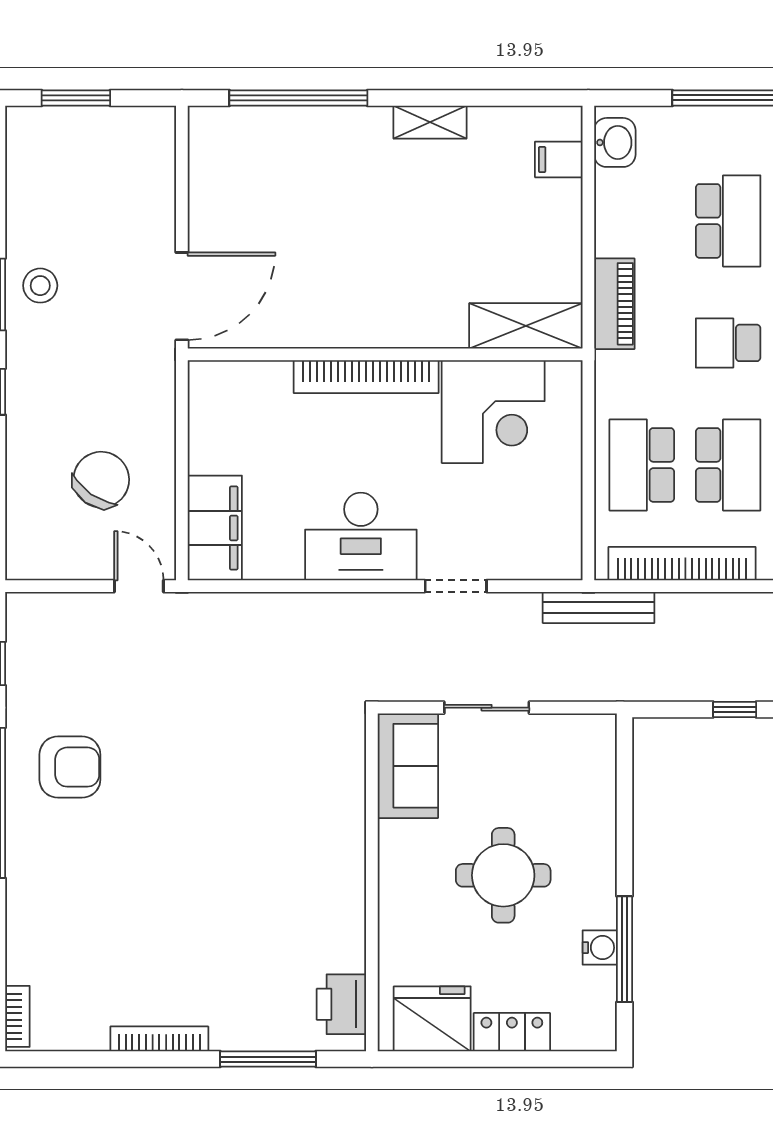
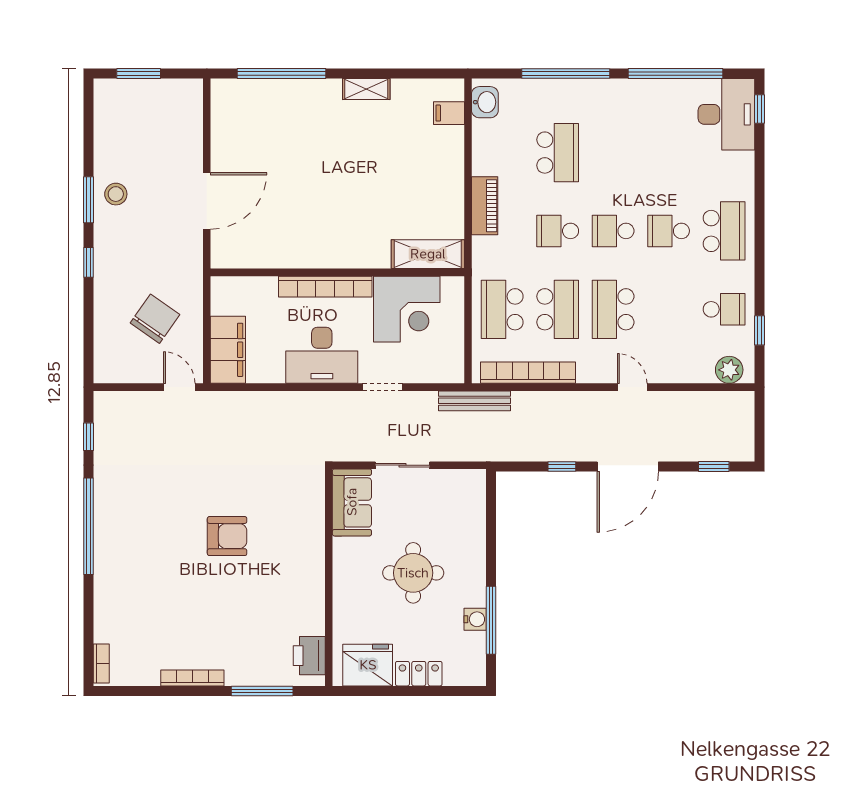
shelving: (526, 326) -> (428, 254), moved
wall: (385, 354) -> (337, 272), moved
bookcase: (366, 377) -> (325, 287), moved
corner desk: (493, 412) -> (407, 309), moved
armchair: (70, 767) -> (227, 536), moved

